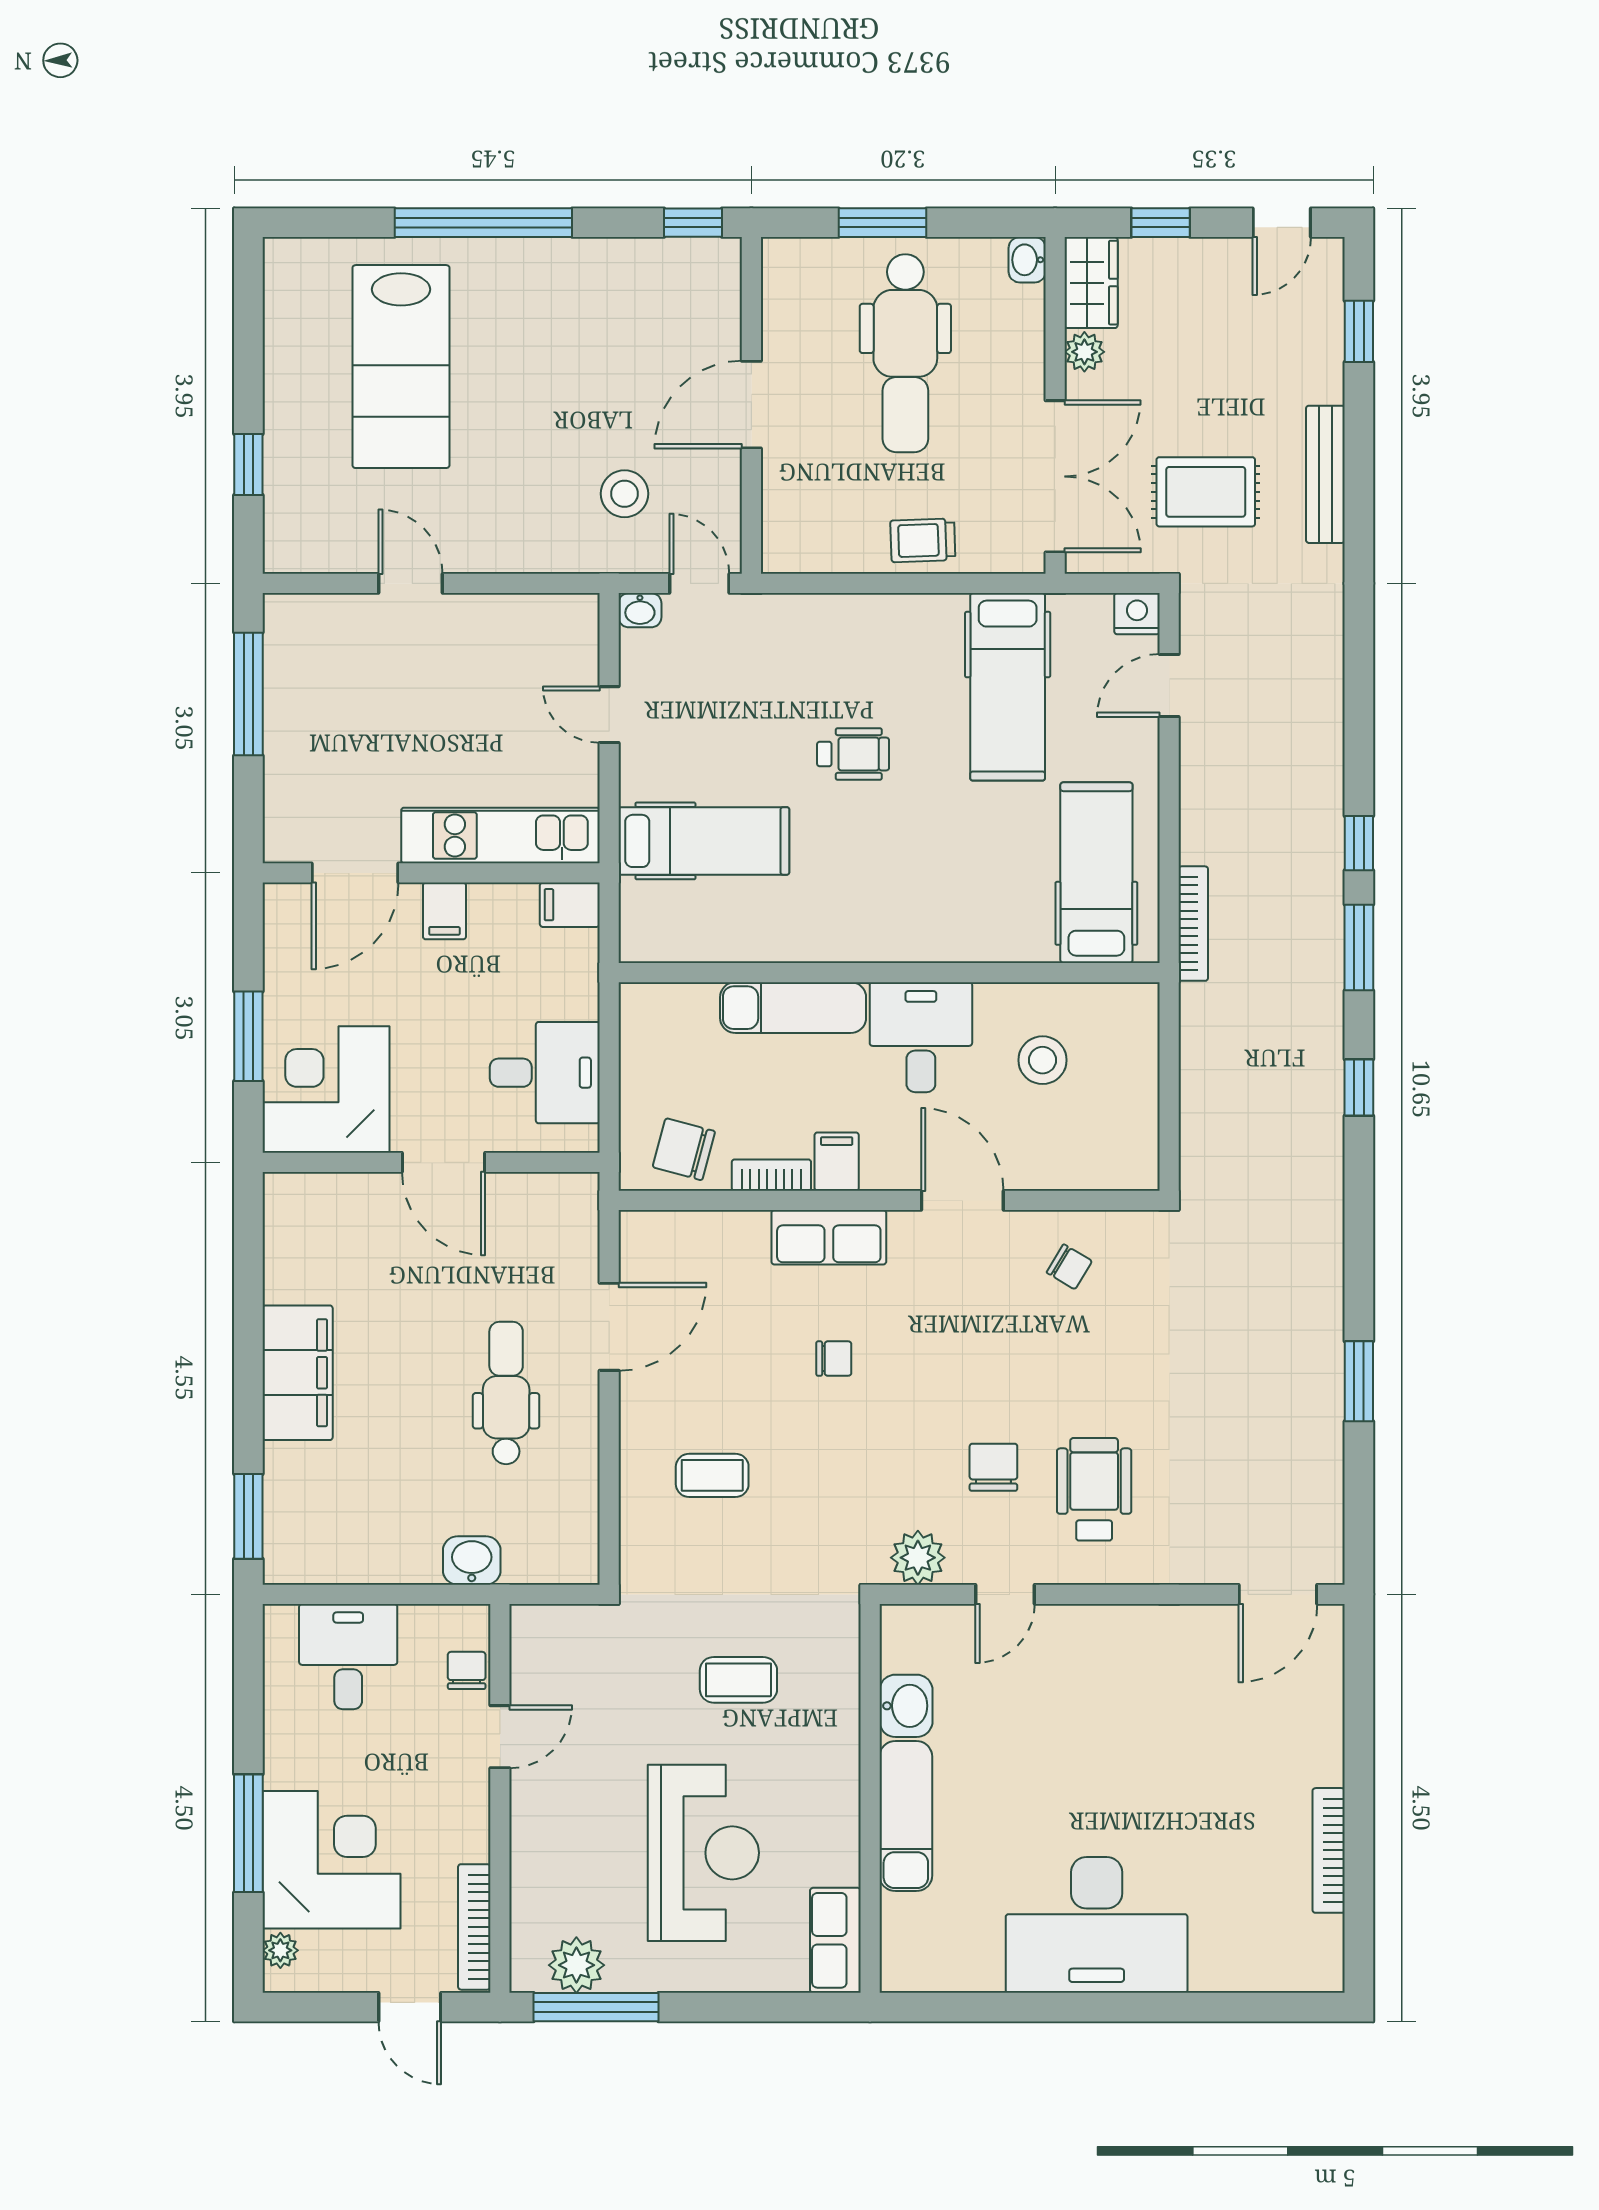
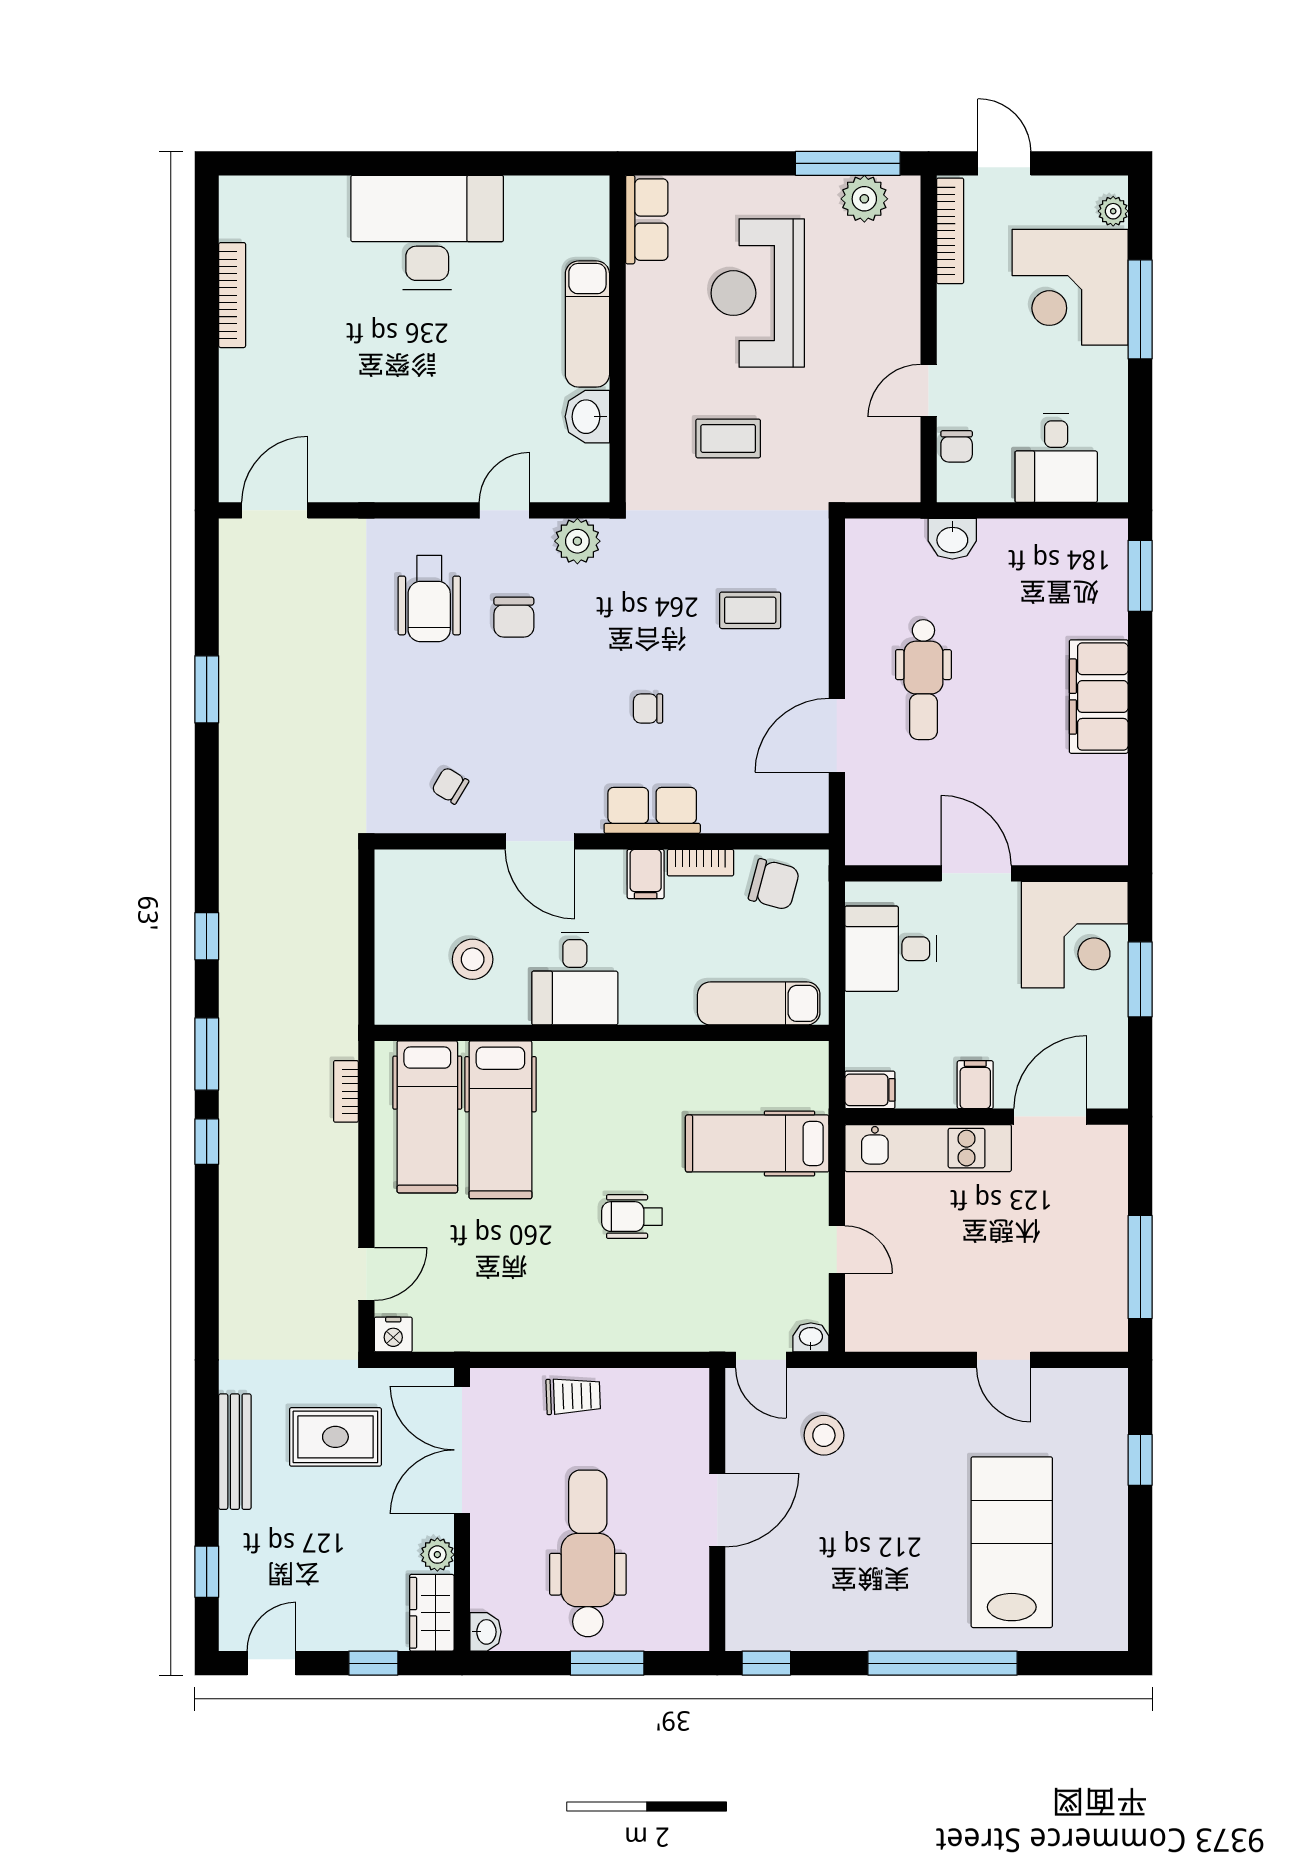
hospital bed: (1008, 687) -> (500, 1120), moved, turned 180
bookcase: (1193, 924) -> (346, 1091), width x0.64
exam couch: (793, 1008) -> (759, 1003), moved

